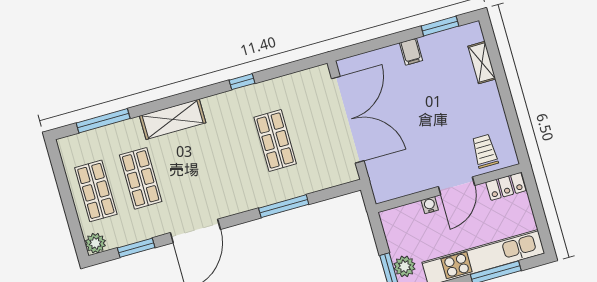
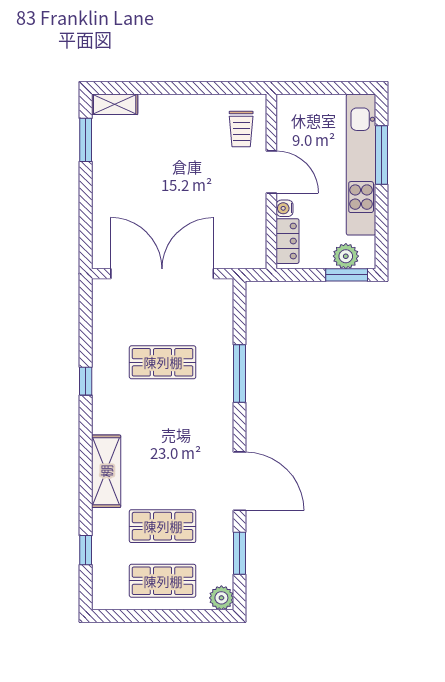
filing cabinet: (411, 52) -> (105, 181), removed
shelving: (482, 63) -> (115, 104), moved
window: (103, 121) -> (86, 550), width x0.46
trolley: (485, 151) -> (241, 129), turned -90
locker: (506, 186) -> (288, 241), moved

